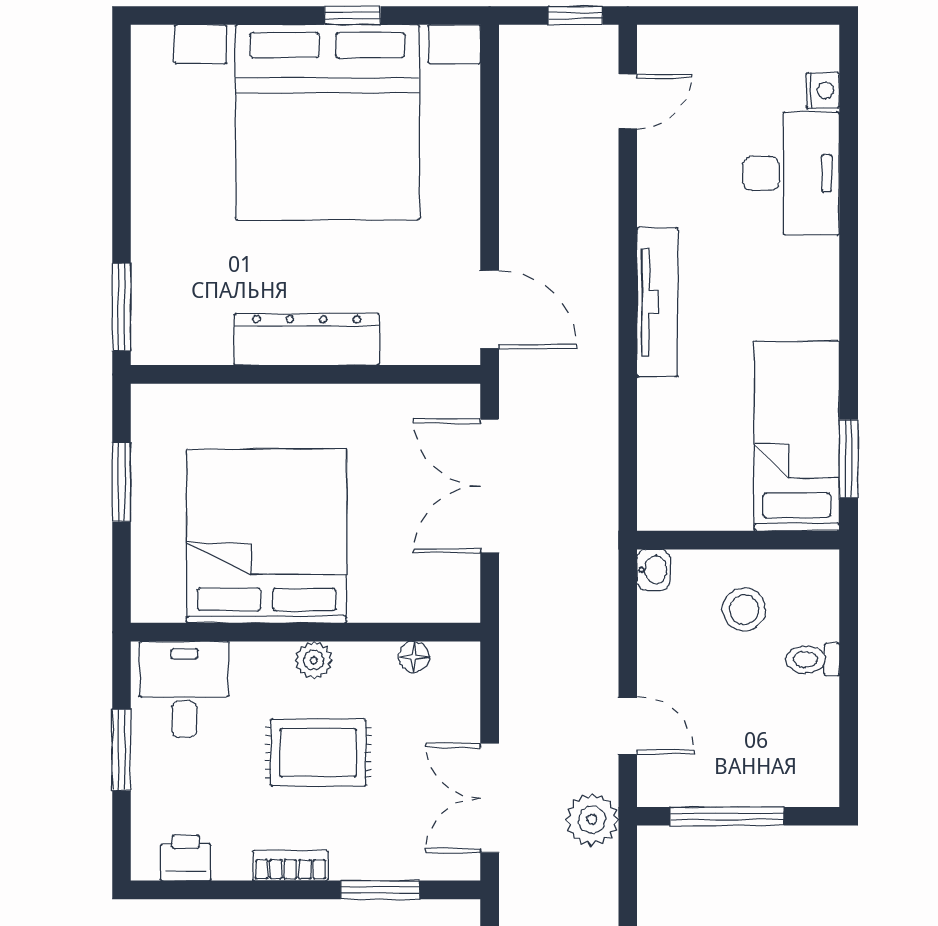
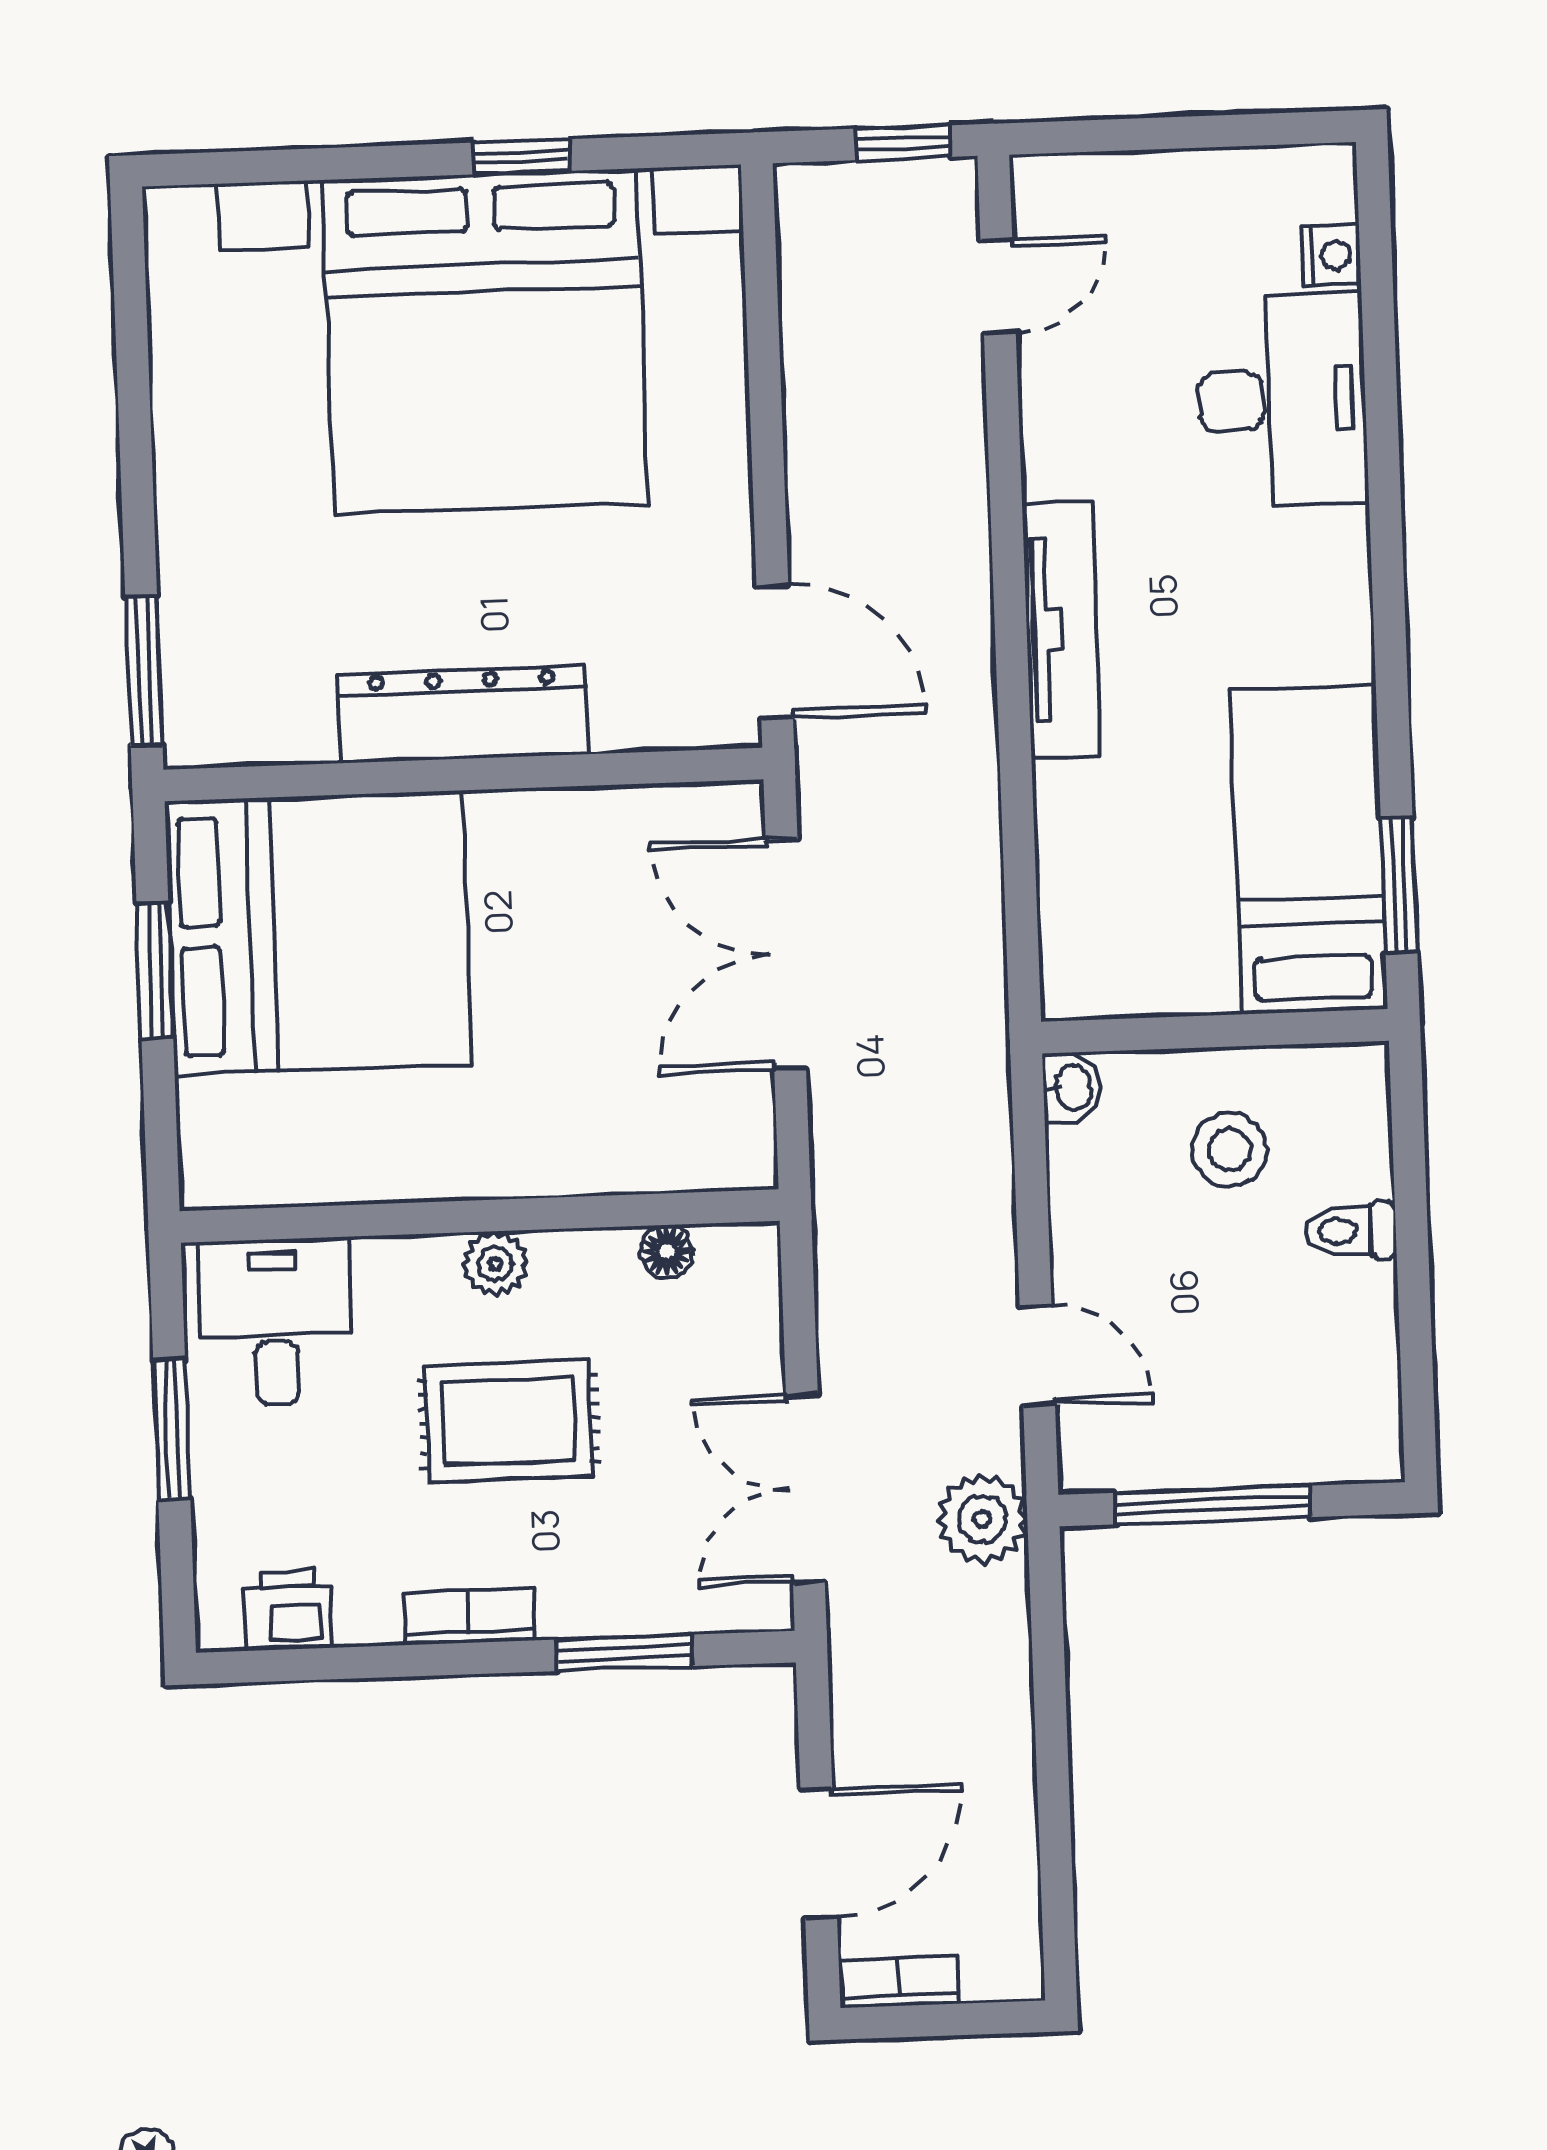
bed: (267, 536) -> (318, 933), moved, turned 90

